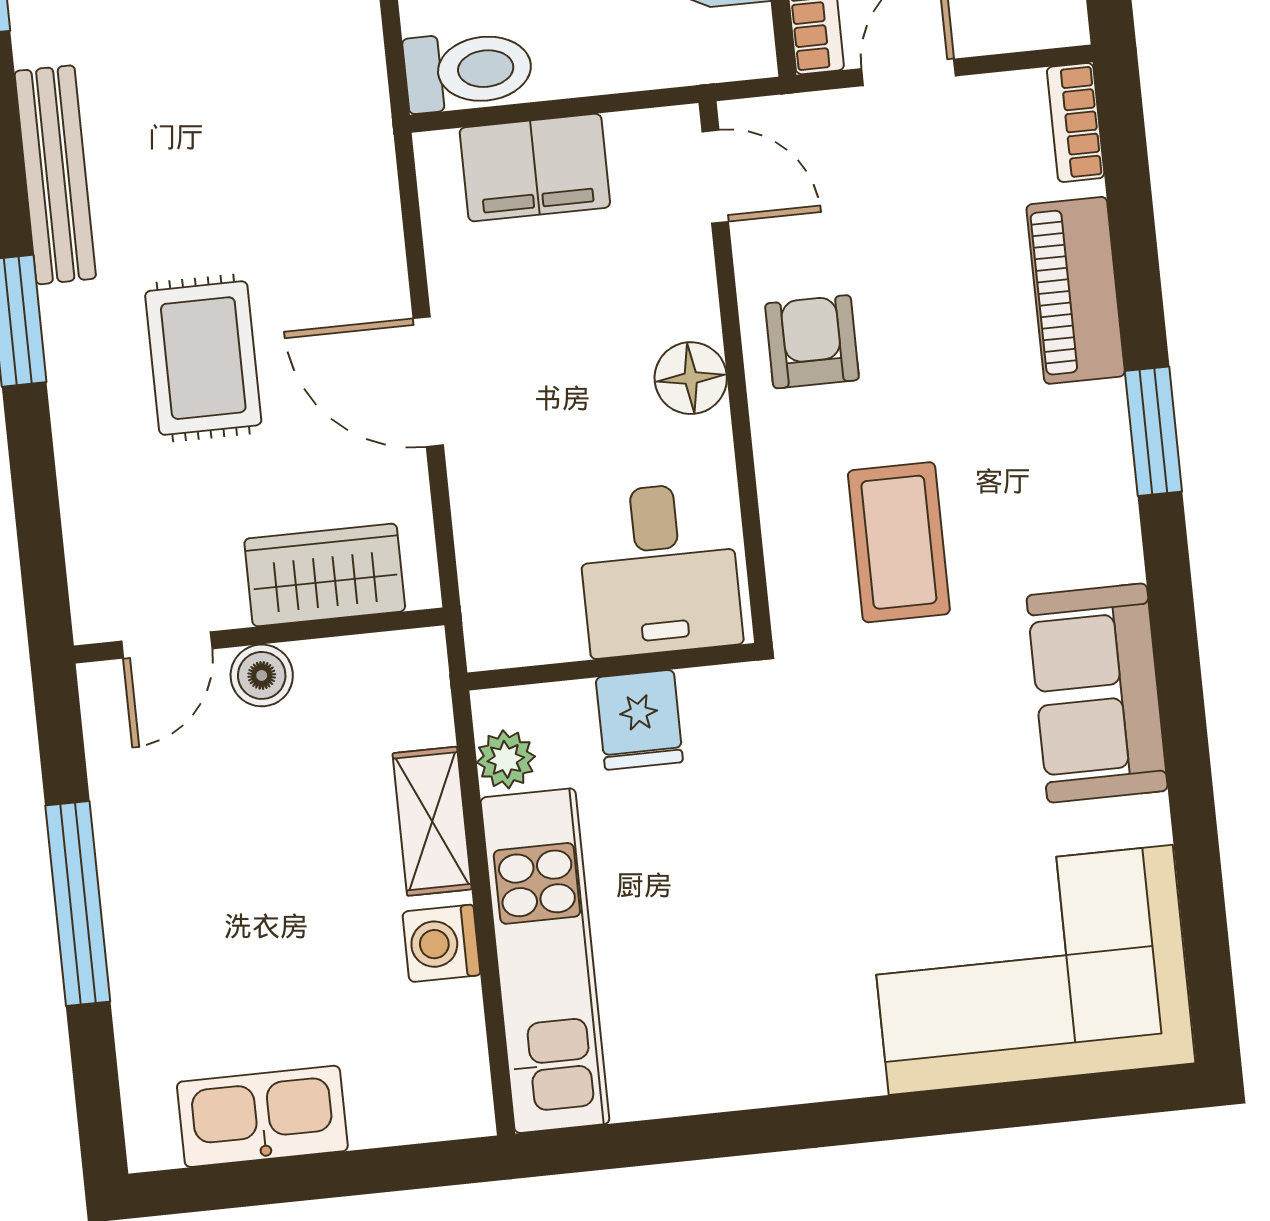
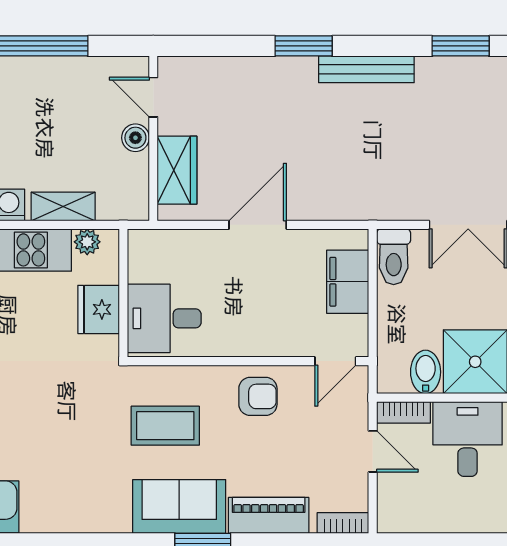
rug: (203, 358) -> (279, 126), removed
floor lamp: (691, 378) -> (247, 341), removed
sofa: (1097, 693) -> (179, 506), moved
fridge: (639, 720) -> (99, 309), width x1.38

